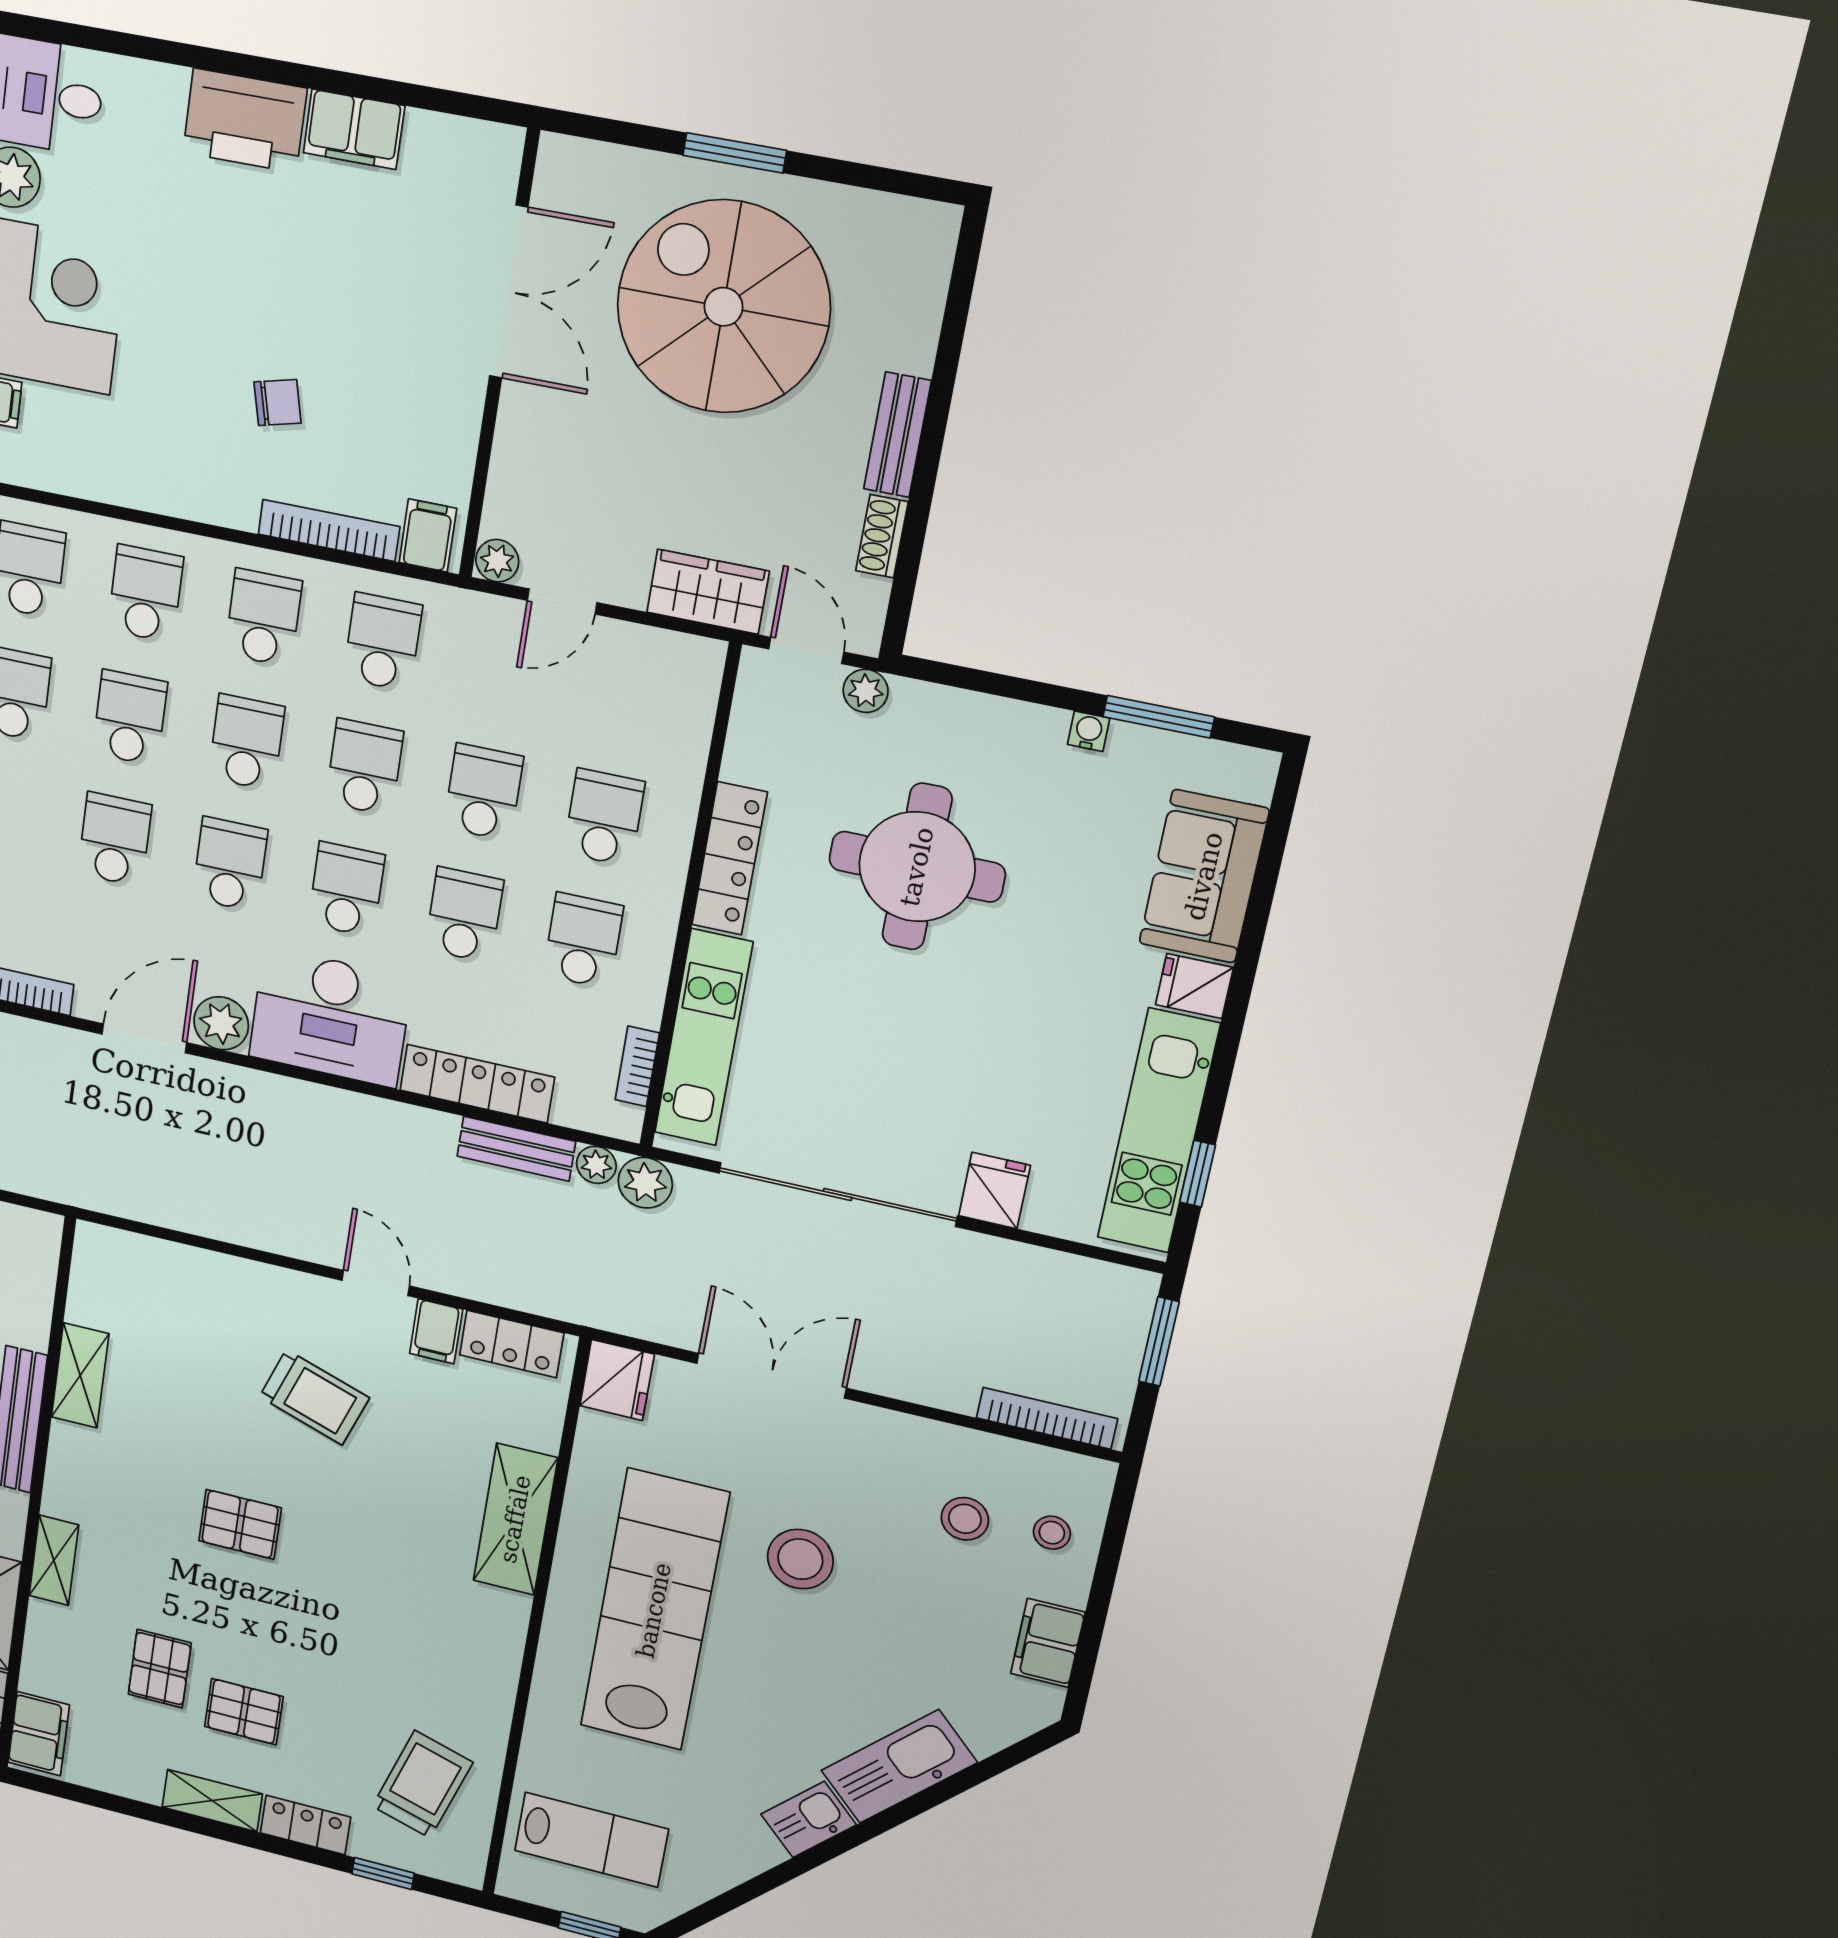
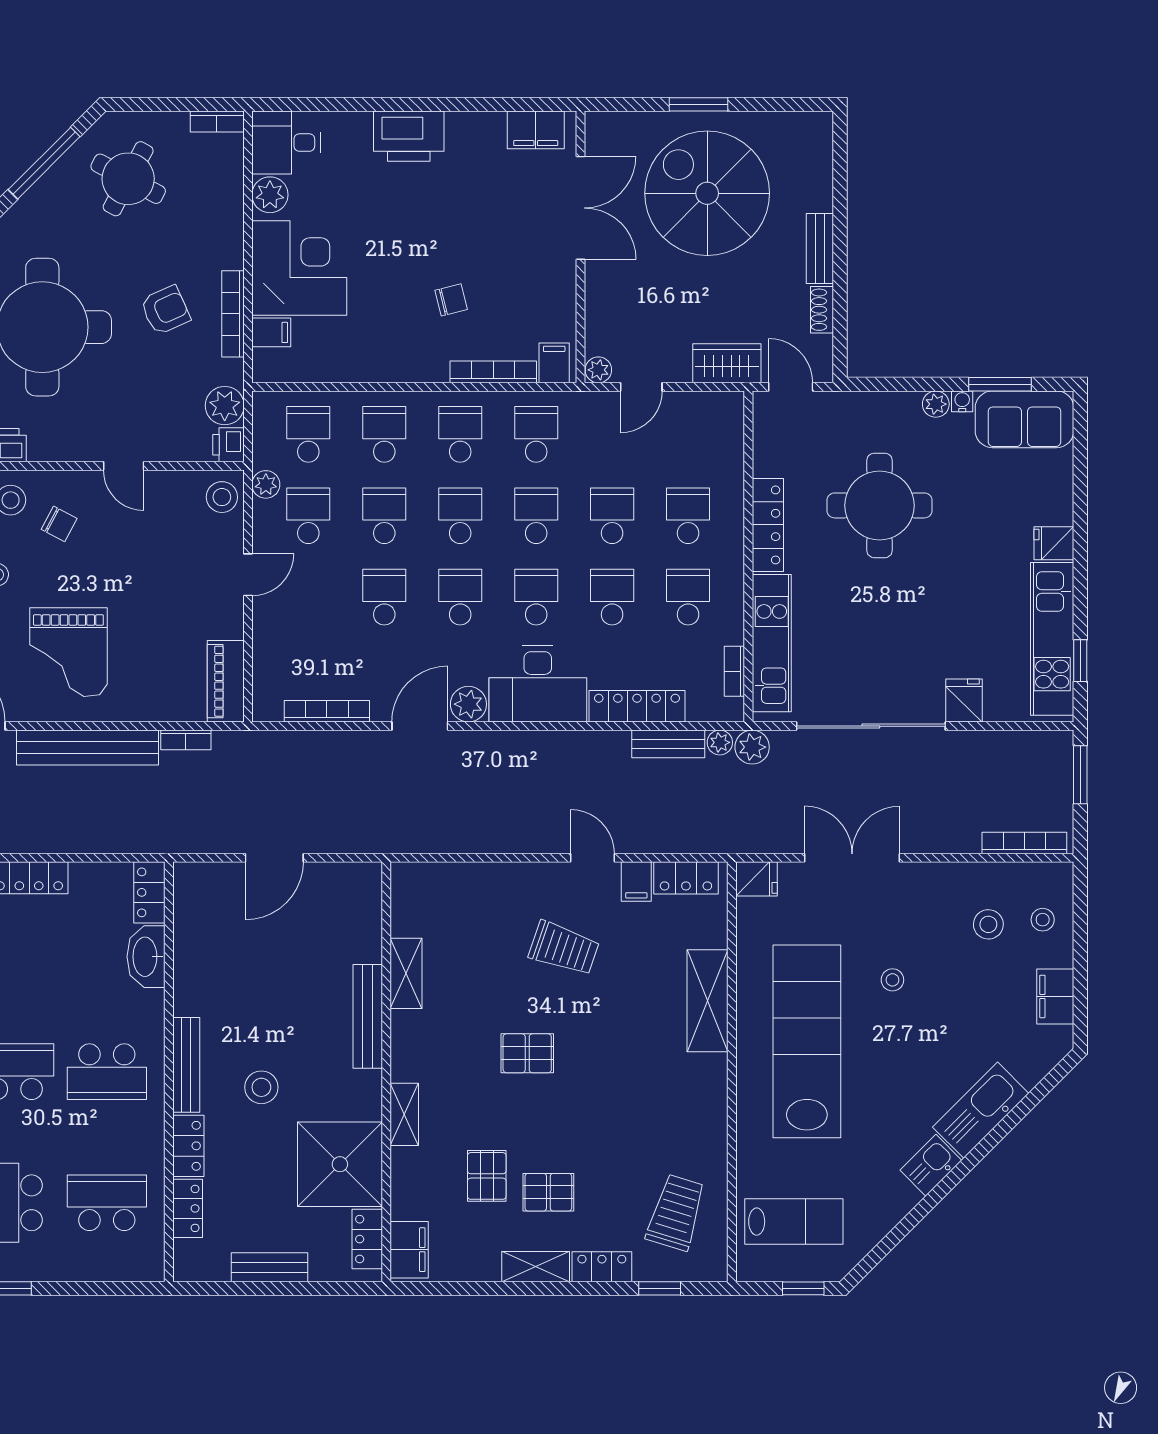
filing cabinet: (354, 129) -> (536, 130), moved
plant: (866, 691) -> (936, 404), moved
sofa: (1204, 876) -> (1024, 419), moved, turned -90
fridge: (617, 1380) -> (757, 879), width x0.72
stool: (800, 1559) -> (892, 980), width x0.53, depth x0.53

